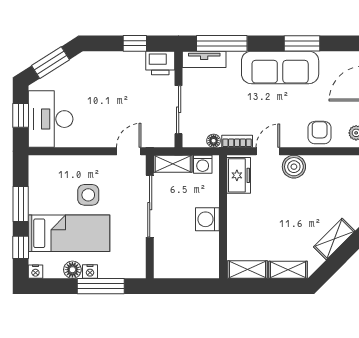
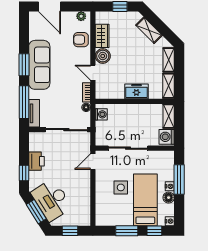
window: (135, 43) -> (24, 173), moved
window: (302, 43) -> (24, 65), moved
printer: (160, 63) -> (37, 161), moved
sliding door: (179, 110) -> (66, 130), width x1.37
desk: (51, 119) -> (52, 200), moved, turned 58
door: (129, 151) -> (93, 162), hinge flipped
shelving: (173, 164) -> (169, 116), moved
wardrobe: (325, 166) -> (102, 36), added
freezer: (239, 175) -> (136, 91), moved
washing machine: (207, 219) -> (167, 137), moved, turned 90

